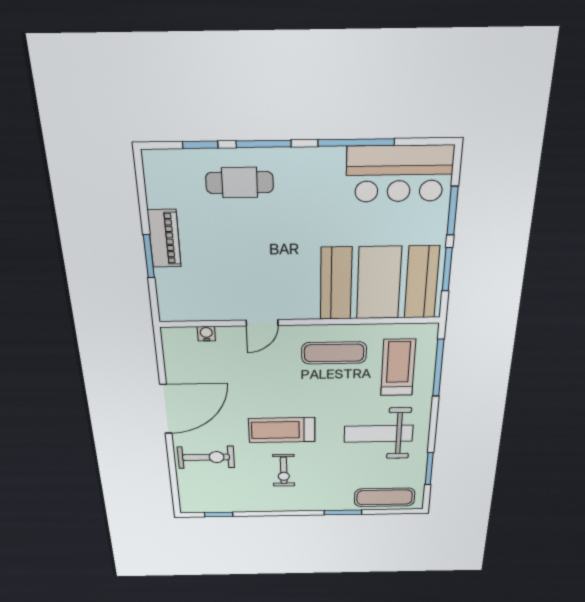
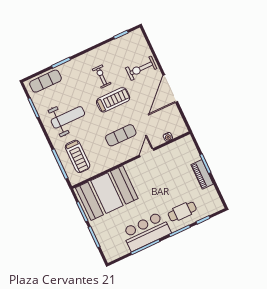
bar counter: (400, 174) -> (146, 231), moved
exercise mat: (334, 353) -> (121, 135), moved

